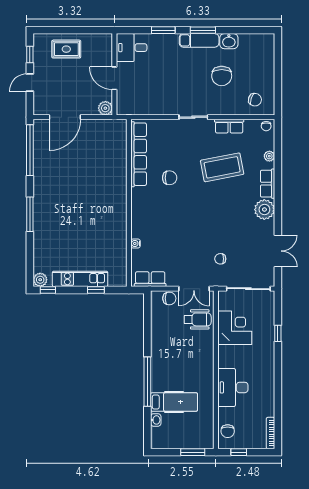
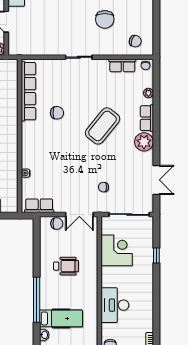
row of seats: (229, 126) -> (122, 65), moved
coffee table: (222, 167) -> (103, 126), moved, turned -40
wheelchair: (198, 319) -> (66, 266), moved

